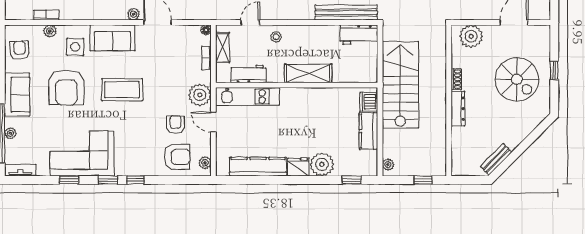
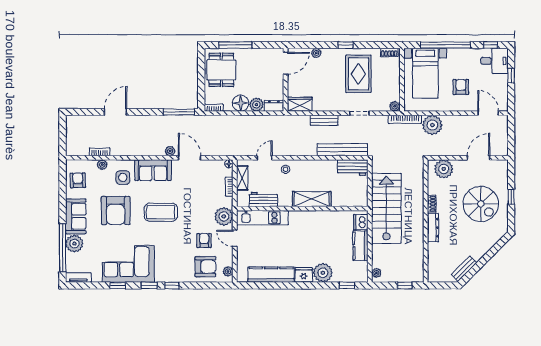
plant: (10, 133) -> (74, 244), width x1.88, depth x1.88

